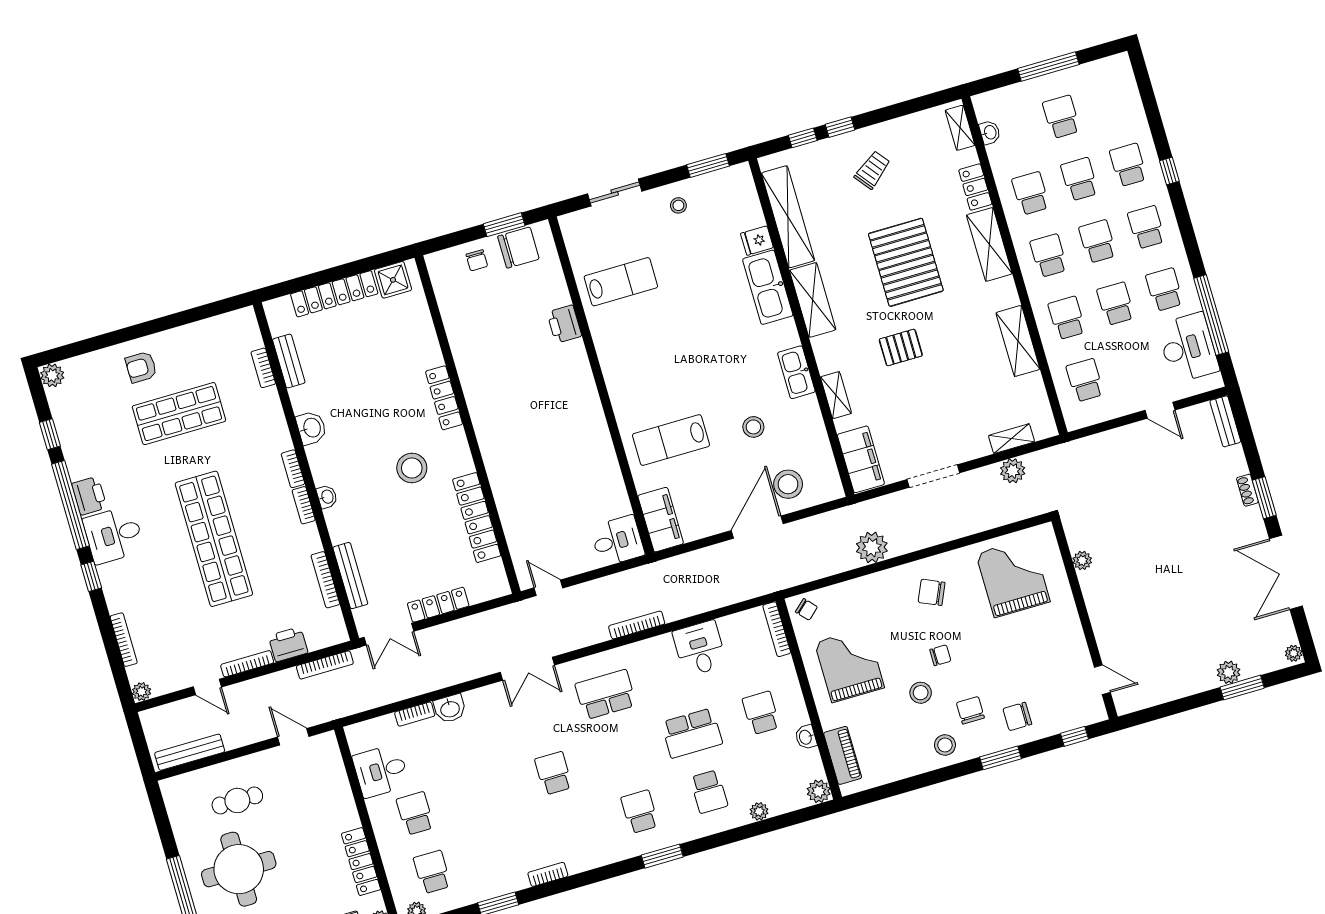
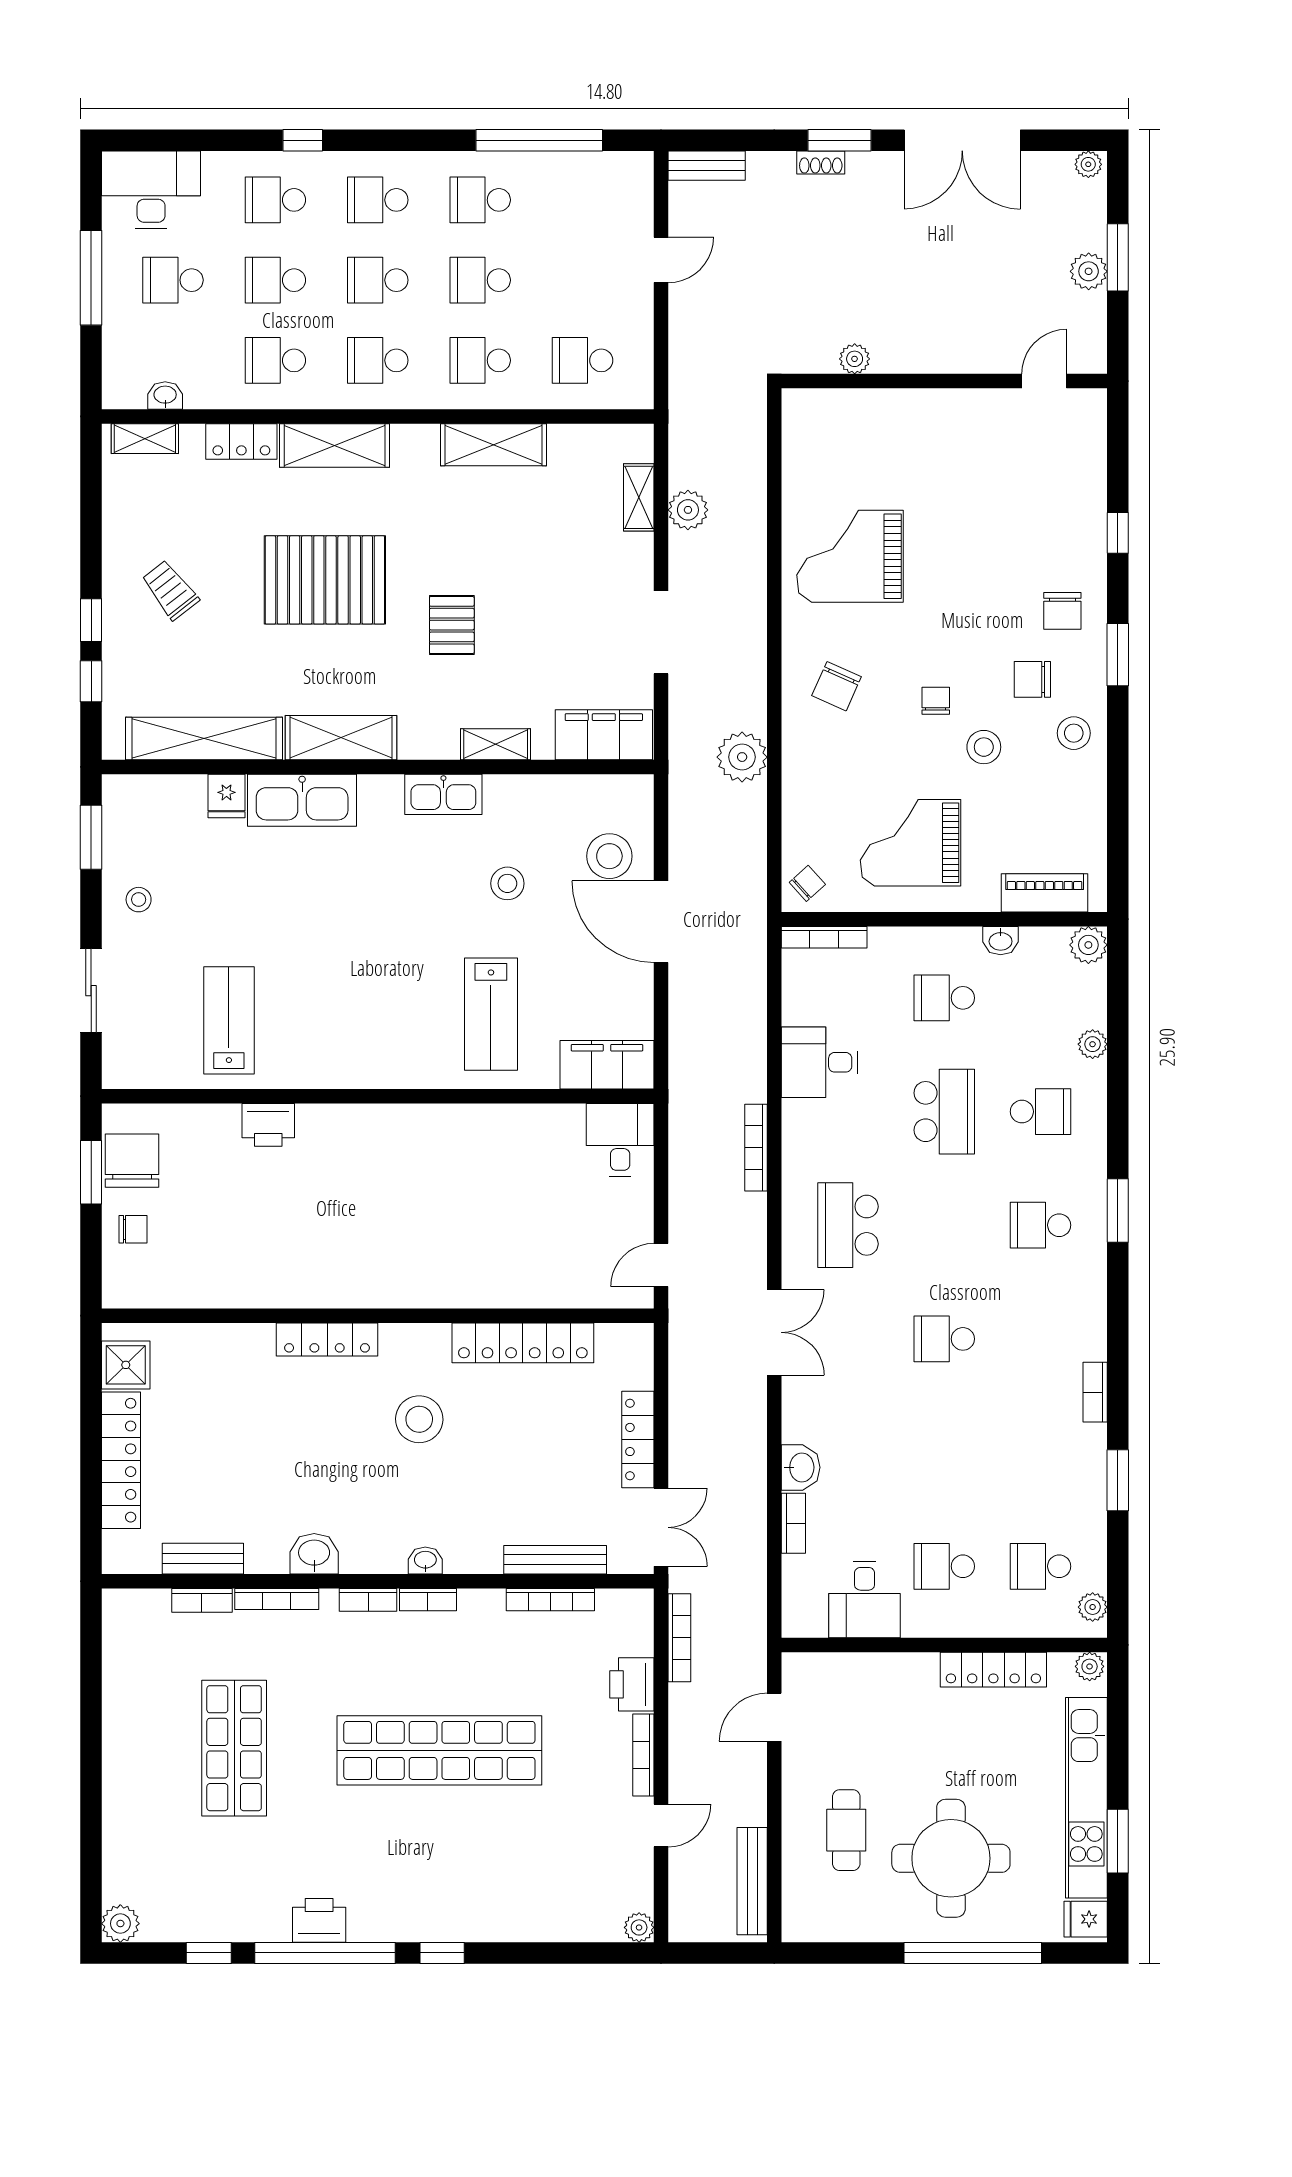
desk: (1188, 348) -> (151, 190), moved
armchair: (141, 367) -> (147, 1785), removed
desk: (114, 535) -> (389, 1901), removed
plant: (1082, 560) -> (855, 359), moved
wall: (1085, 619) -> (944, 381), moved
bookcase: (124, 640) -> (277, 1599), moved, turned 180
door: (1102, 680) -> (1044, 381), moved

